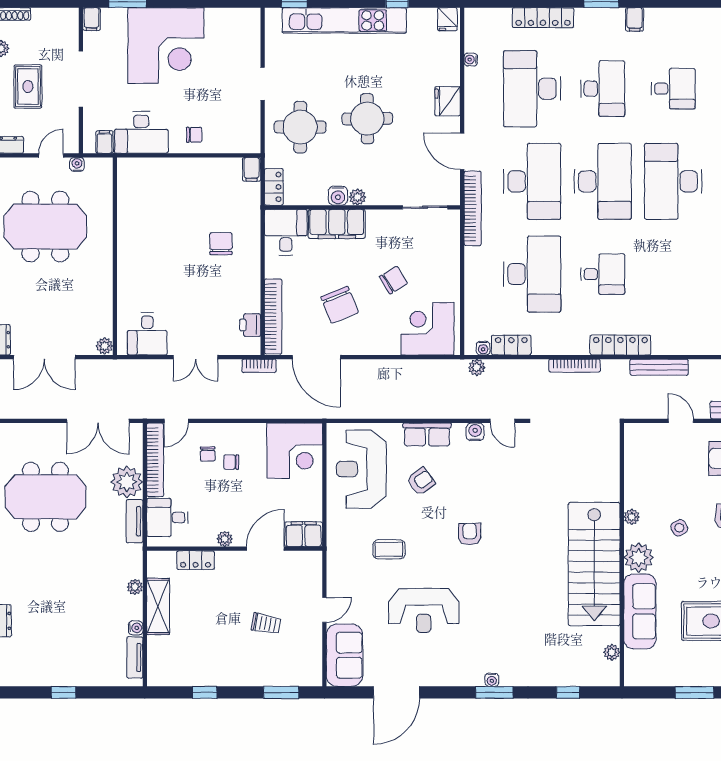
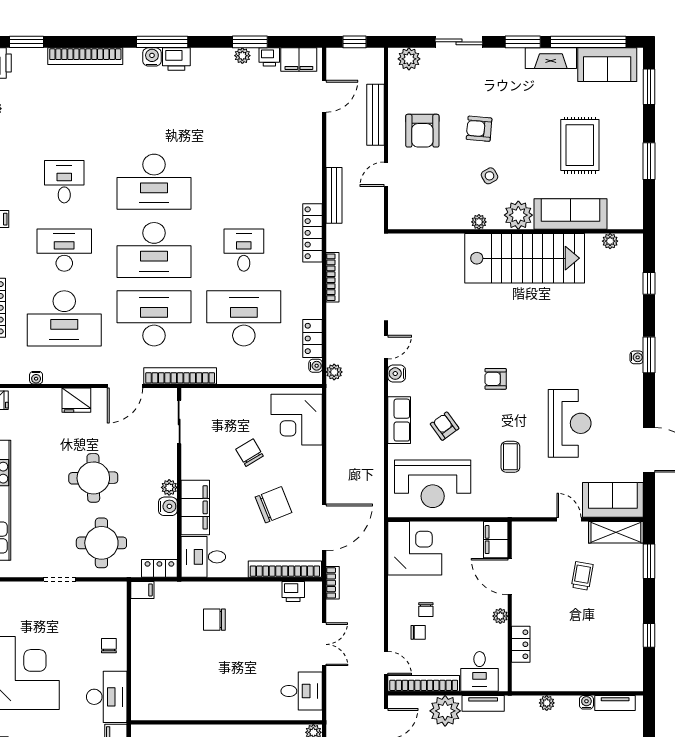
desk: (603, 181) -> (154, 250), turned 180
shelving: (158, 606) -> (616, 532), moved

